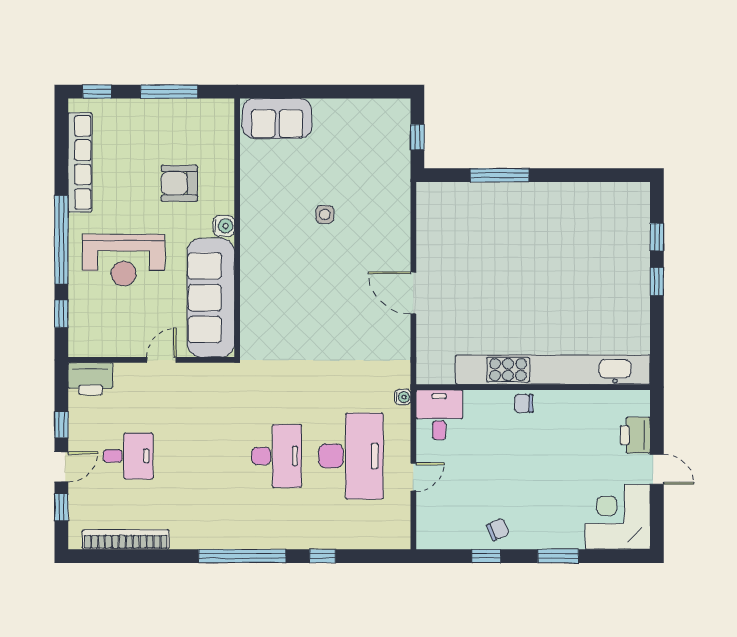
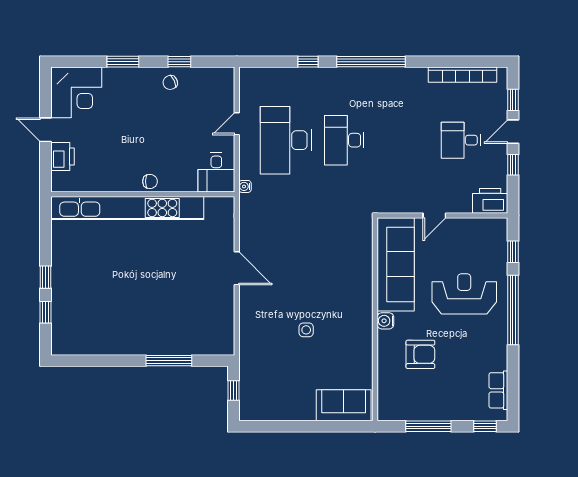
row of seats: (80, 162) -> (498, 390), width x0.50

